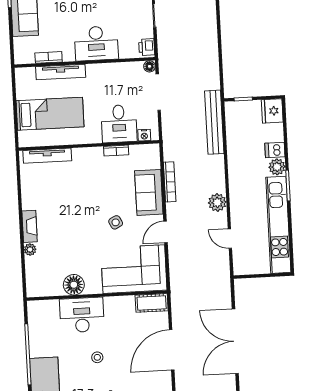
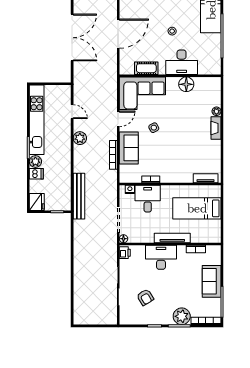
tv unit: (61, 72) -> (172, 238), moved
tv unit: (47, 156) -> (206, 178), width x0.71
cot: (152, 303) -> (146, 68), moved

